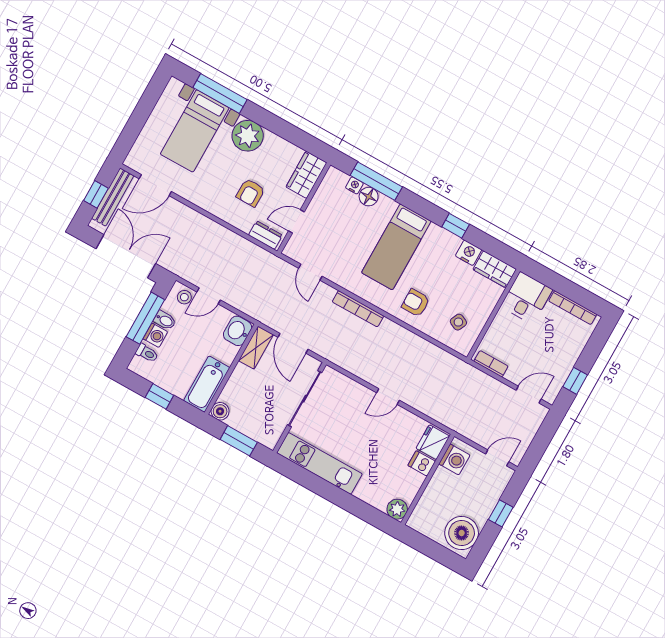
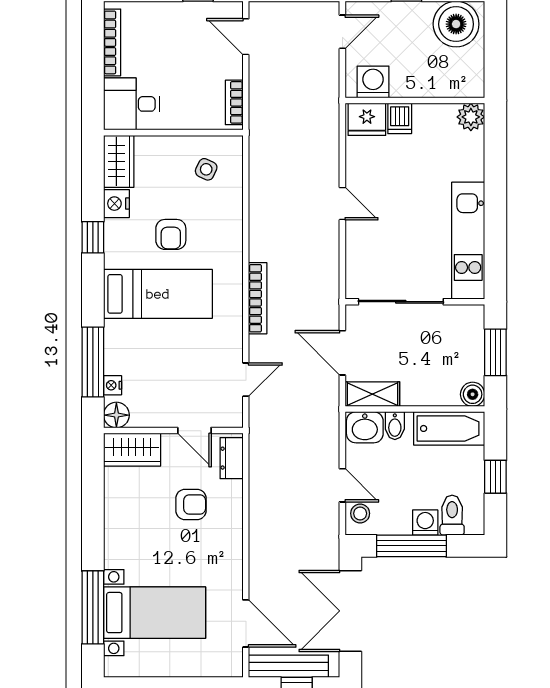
plant: (248, 136) -> (125, 546), removed
floor lamp: (369, 197) -> (116, 415), moved
armchair: (416, 303) -> (171, 234), moved
bidet: (165, 320) -> (395, 426), moved, turned 180
door: (293, 343) -> (342, 353), swing flipped
toilet: (147, 353) -> (452, 515), width x1.37, depth x1.39
door: (497, 458) -> (342, 32), swing flipped

